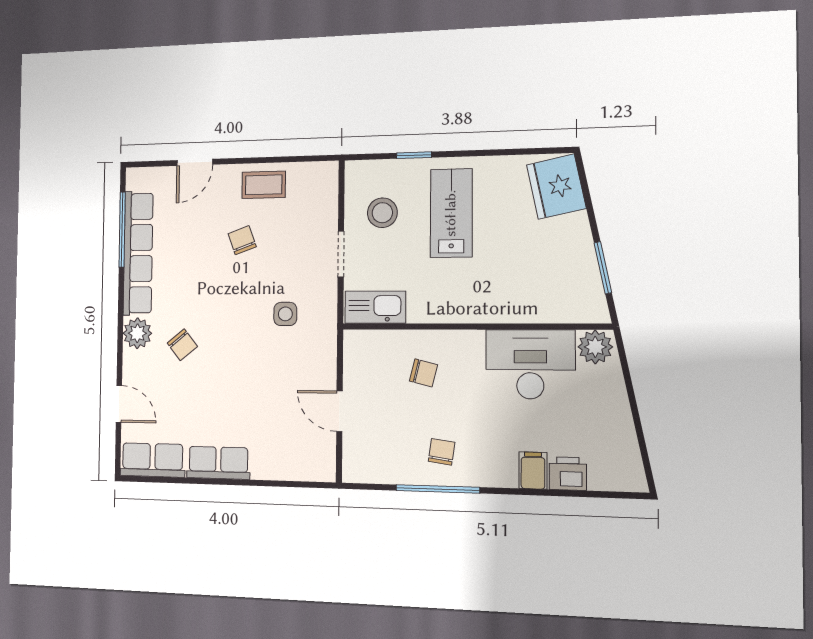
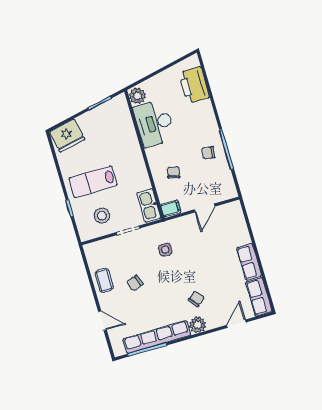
filing cabinet: (533, 471) -> (171, 208), moved, turned 180
printer: (568, 474) -> (194, 85), width x1.87, depth x1.48

